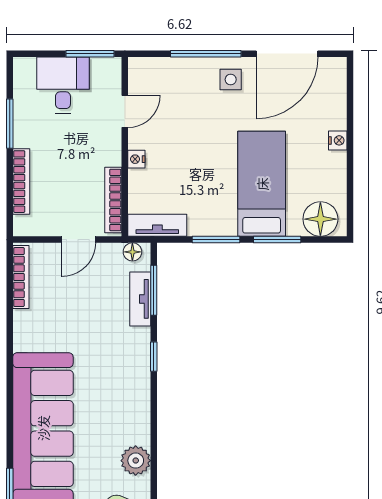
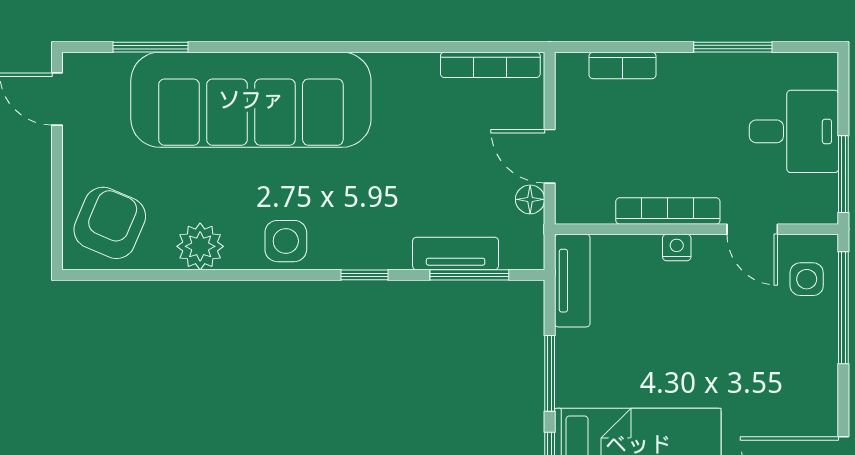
window: (206, 54) -> (843, 308), moved
side table: (231, 80) -> (807, 279), moved
bookcase: (21, 182) -> (622, 65), width x0.64
bookcase: (113, 200) -> (668, 211), moved
floor lamp: (132, 252) -> (530, 199), moved
side table: (132, 406) -> (286, 241), added

